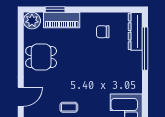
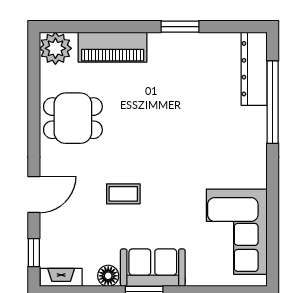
window: (55, 9) -> (180, 27), moved
chair: (103, 32) -> (192, 70), removed
coffee table: (69, 107) -> (123, 194), moved

